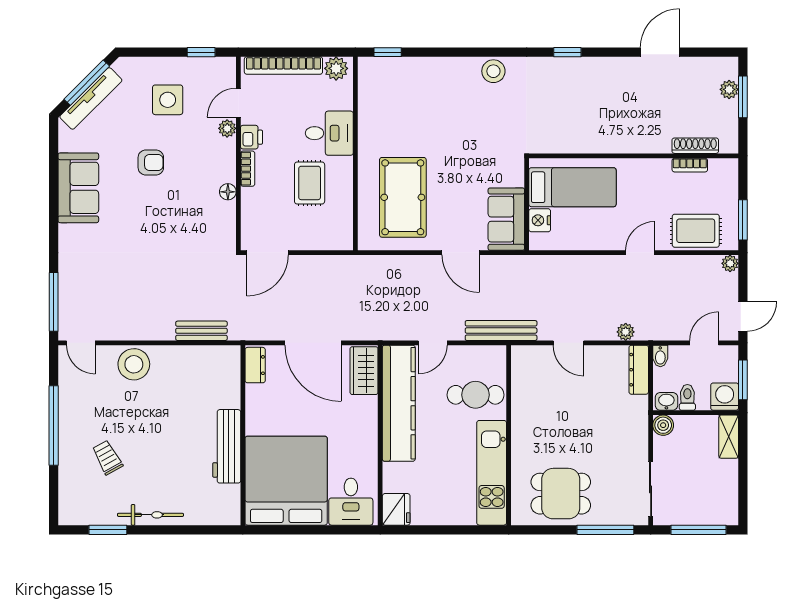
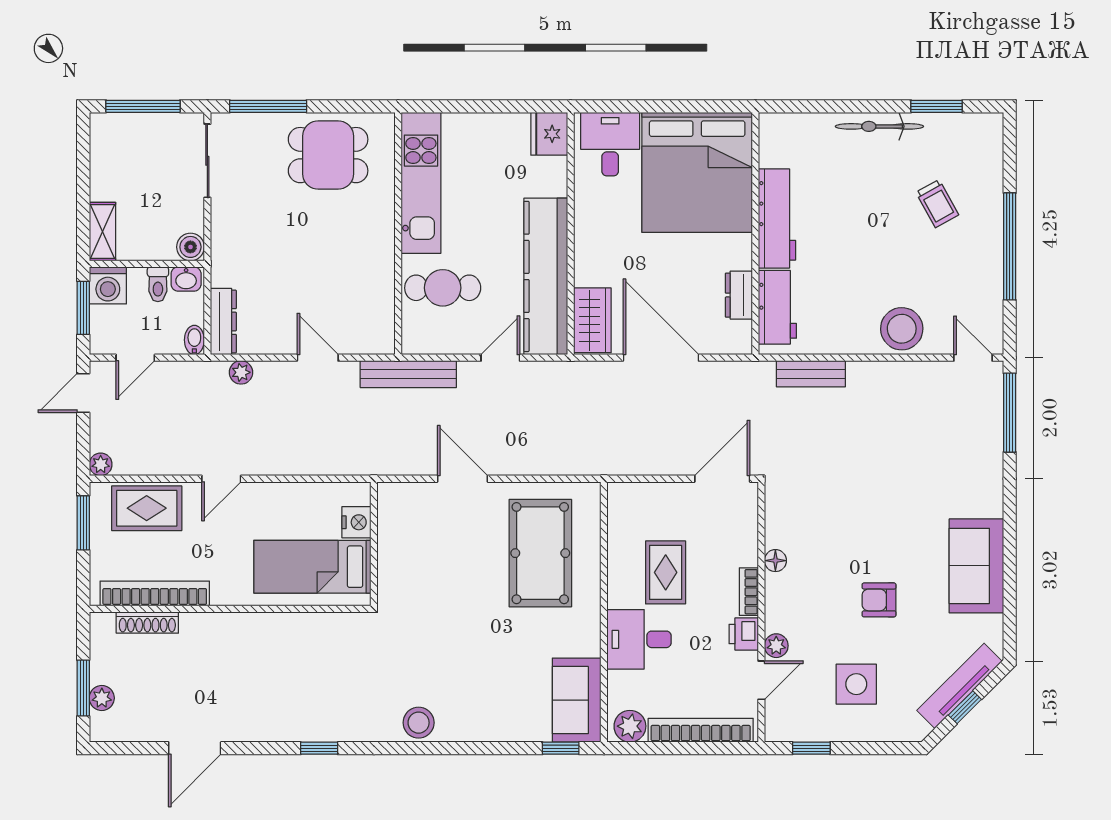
window: (87, 83) -> (965, 707), width x0.46
bookcase: (690, 165) -> (155, 593), width x2.31, depth x1.31
sofa: (506, 219) -> (577, 700), moved, turned 180
dresser: (255, 365) -> (739, 295), moved
workbench: (226, 380) -> (777, 307), added

